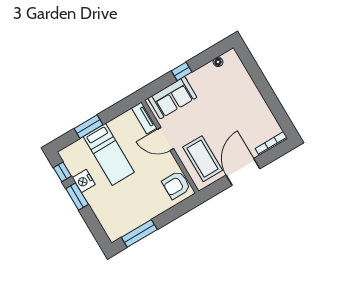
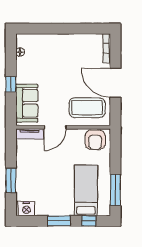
bed: (109, 154) -> (86, 190), moved, turned -90
window: (62, 172) -> (89, 221), moved
nightstand: (84, 181) -> (26, 209), moved

